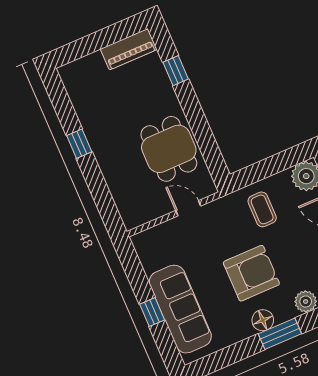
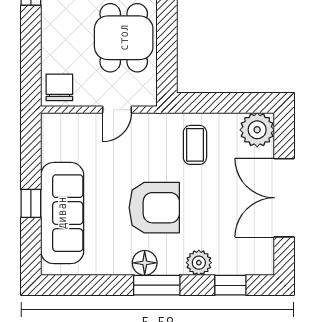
door: (188, 208) -> (117, 110), swing flipped
chair: (135, 210) -> (59, 87), added

